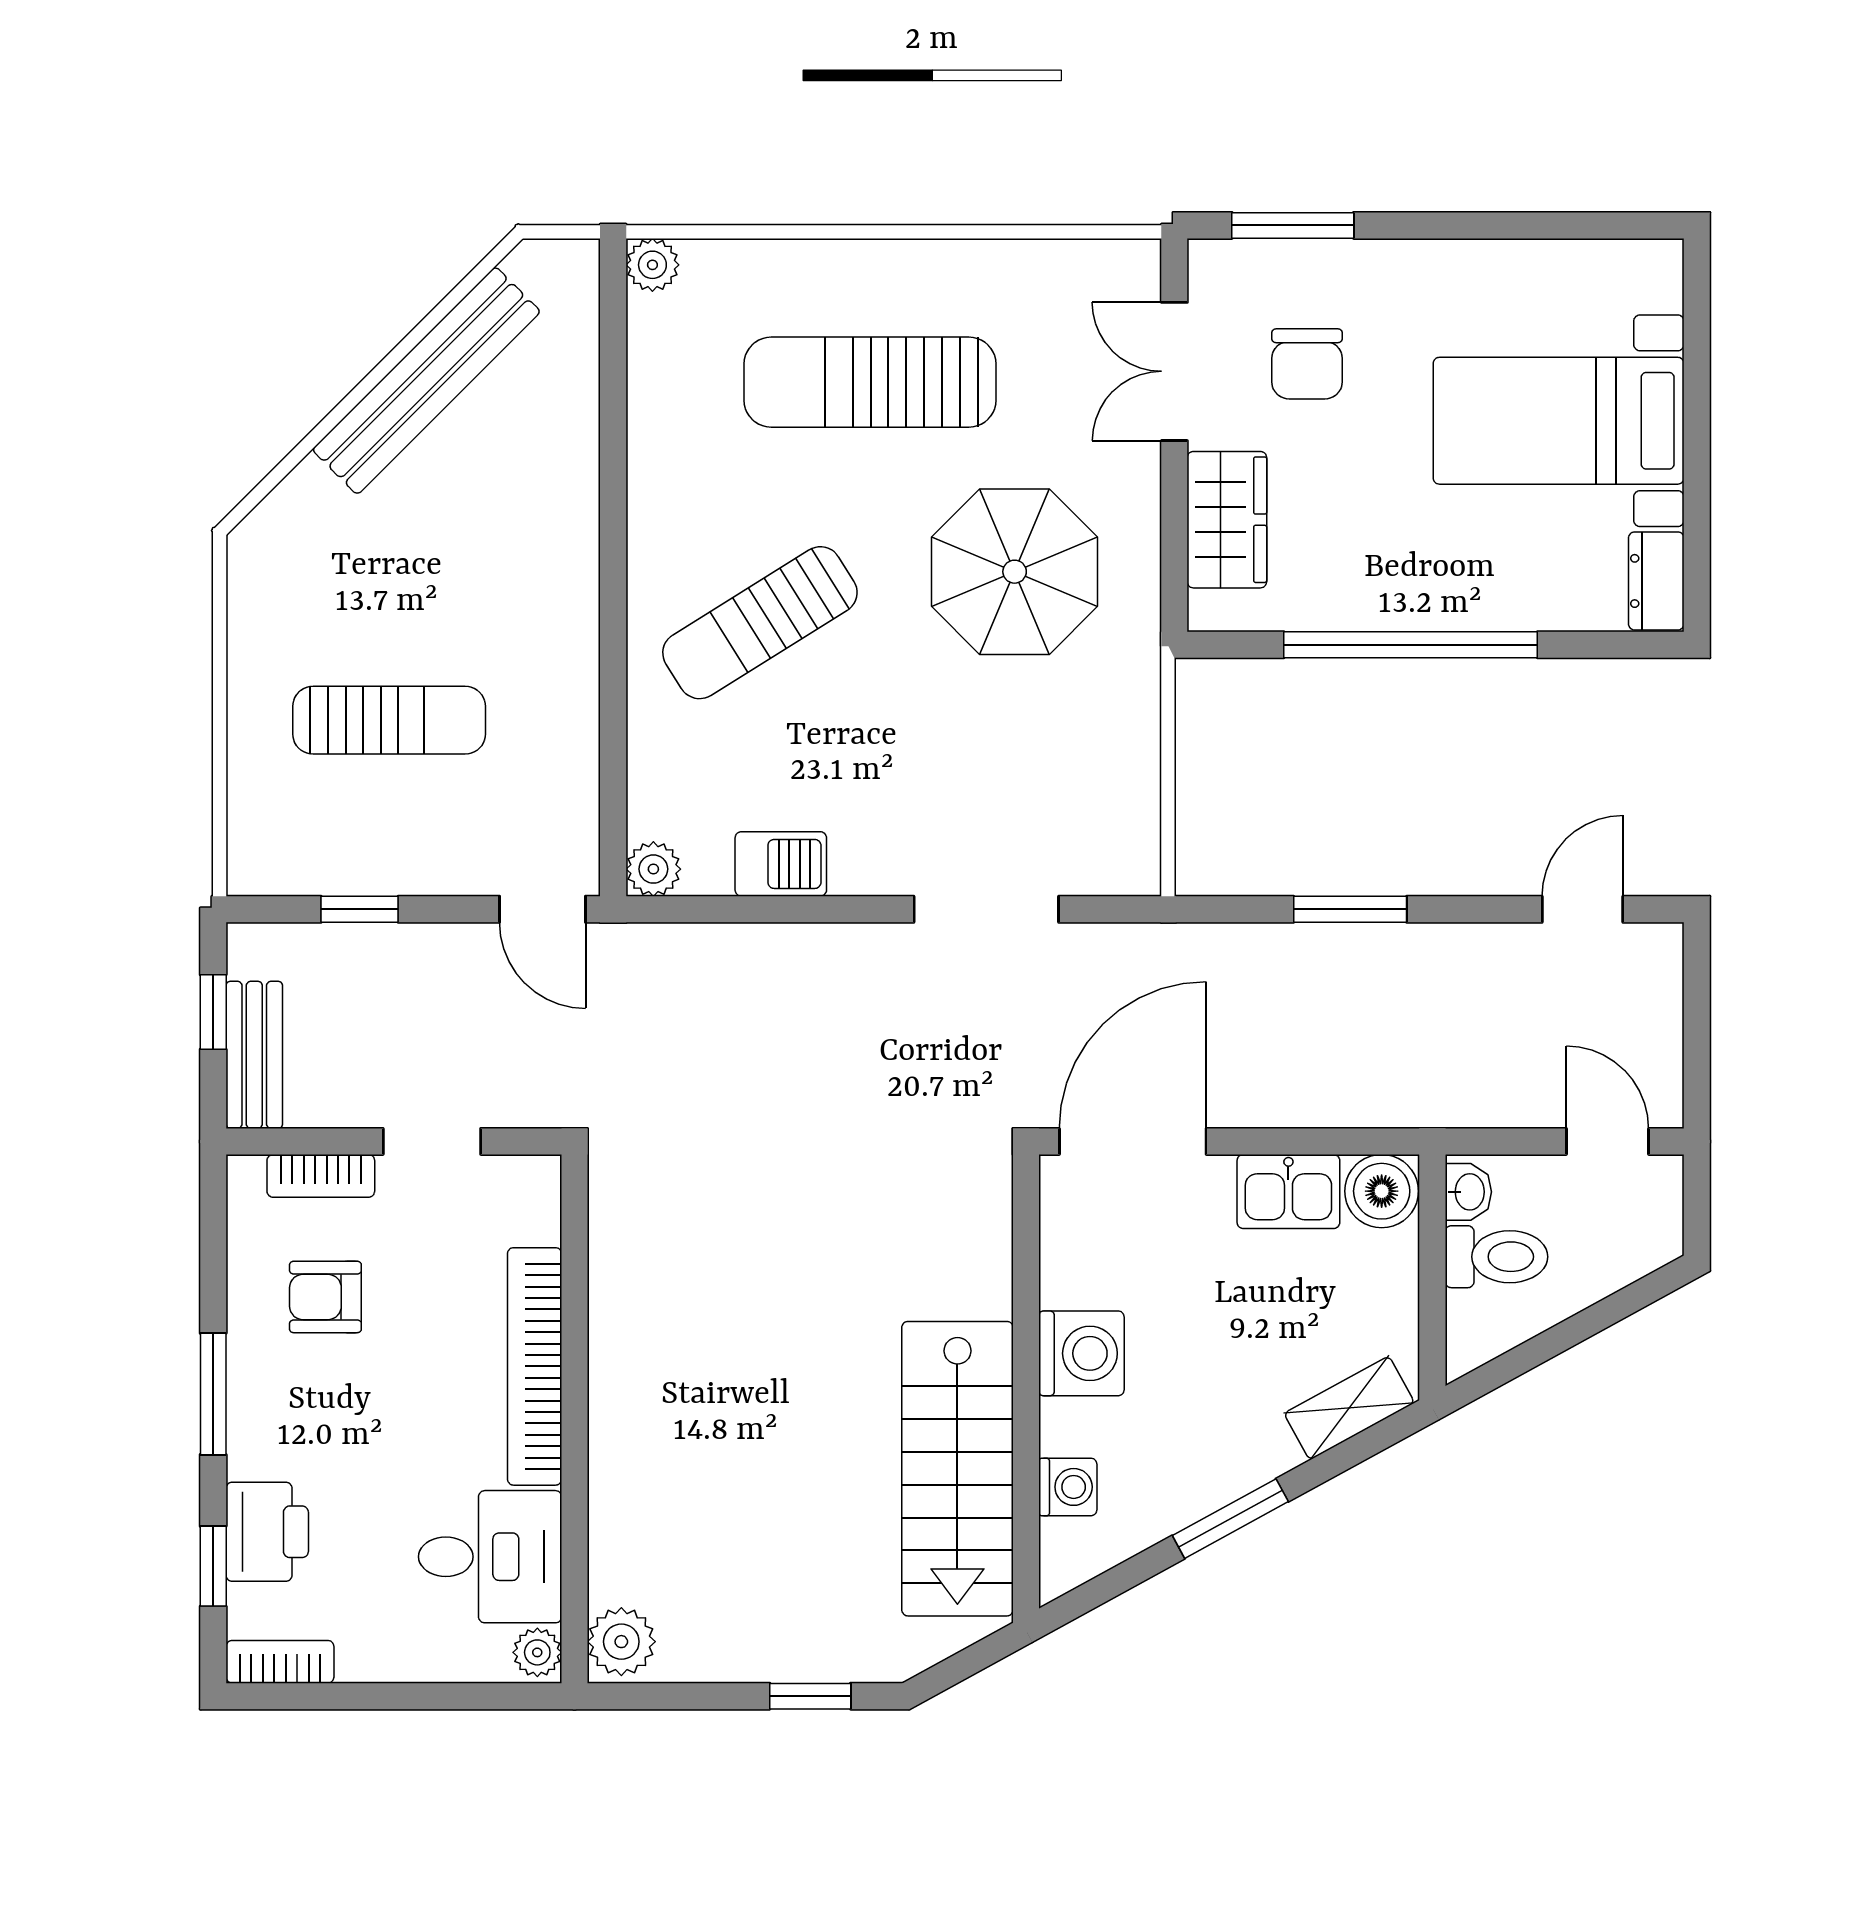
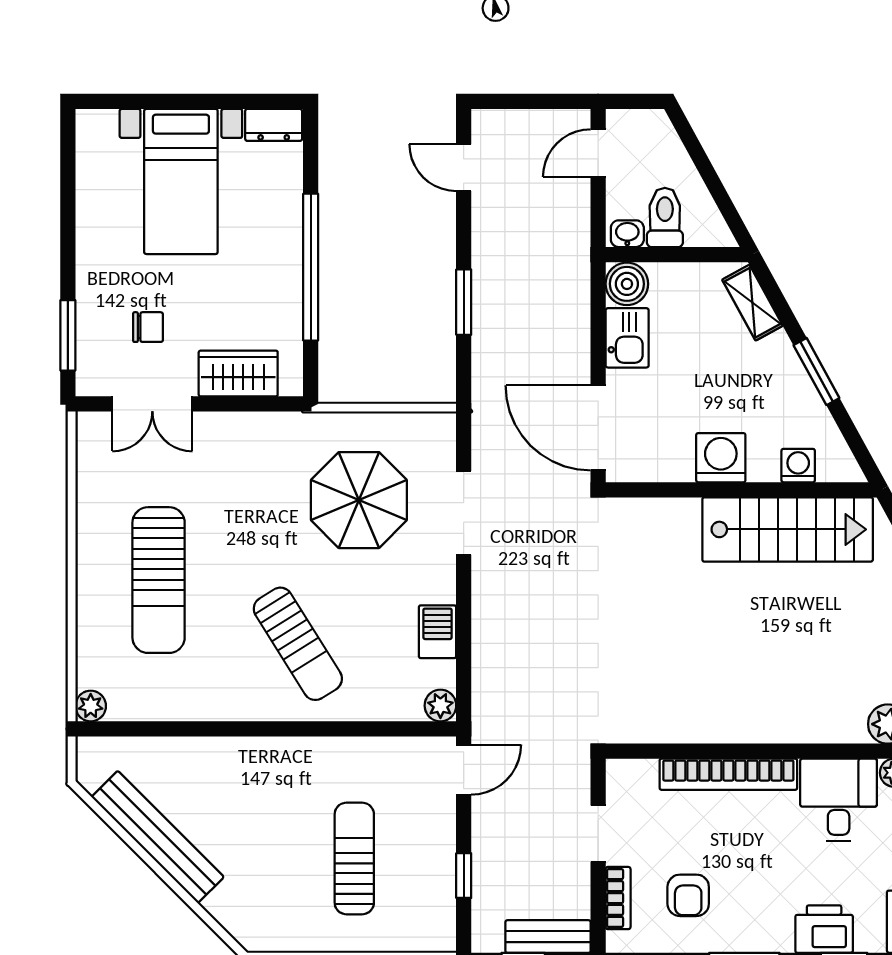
chair: (1307, 364) -> (148, 327), width x0.73, depth x0.73
parasol: (1015, 572) -> (359, 500), moved

